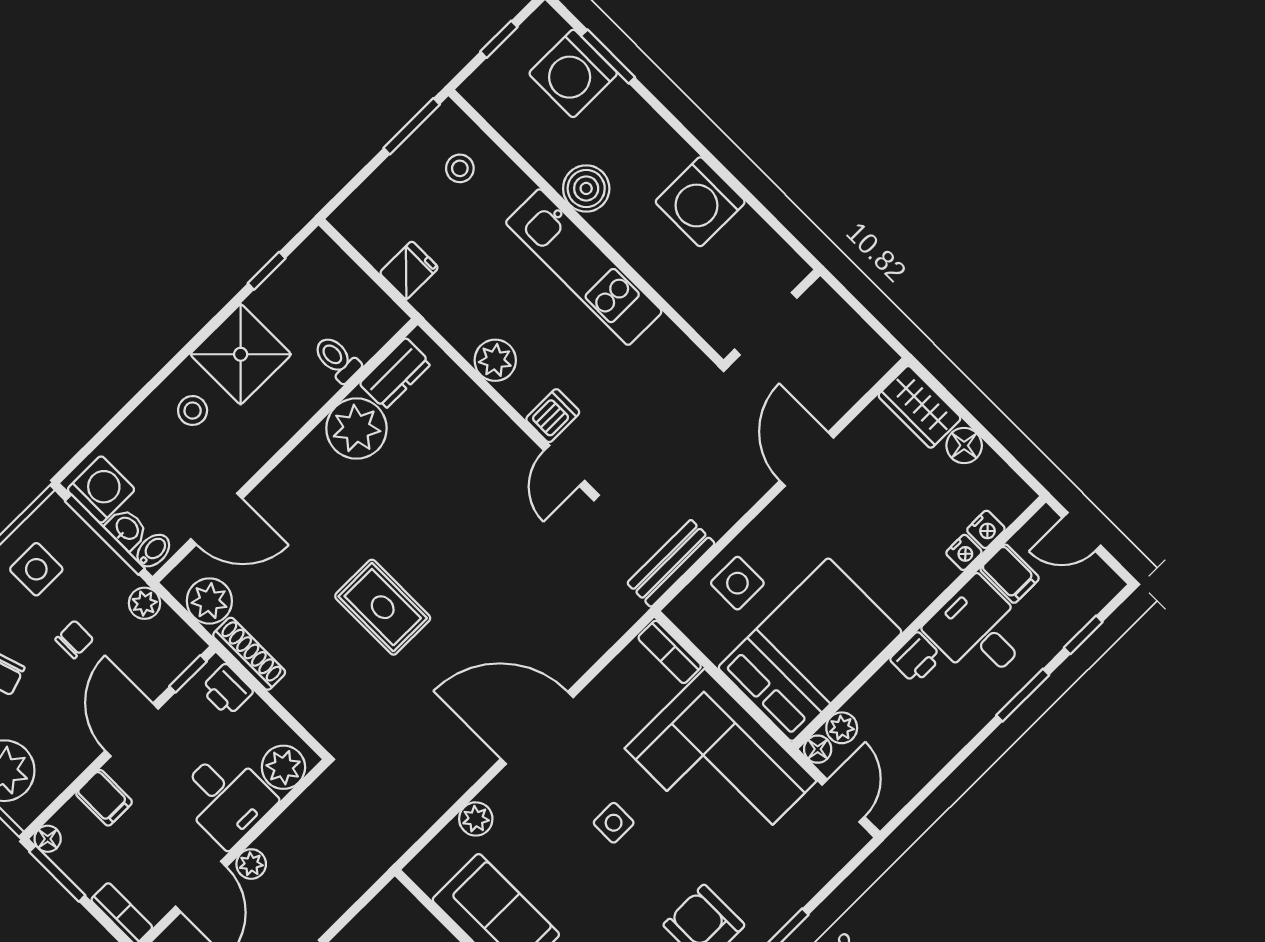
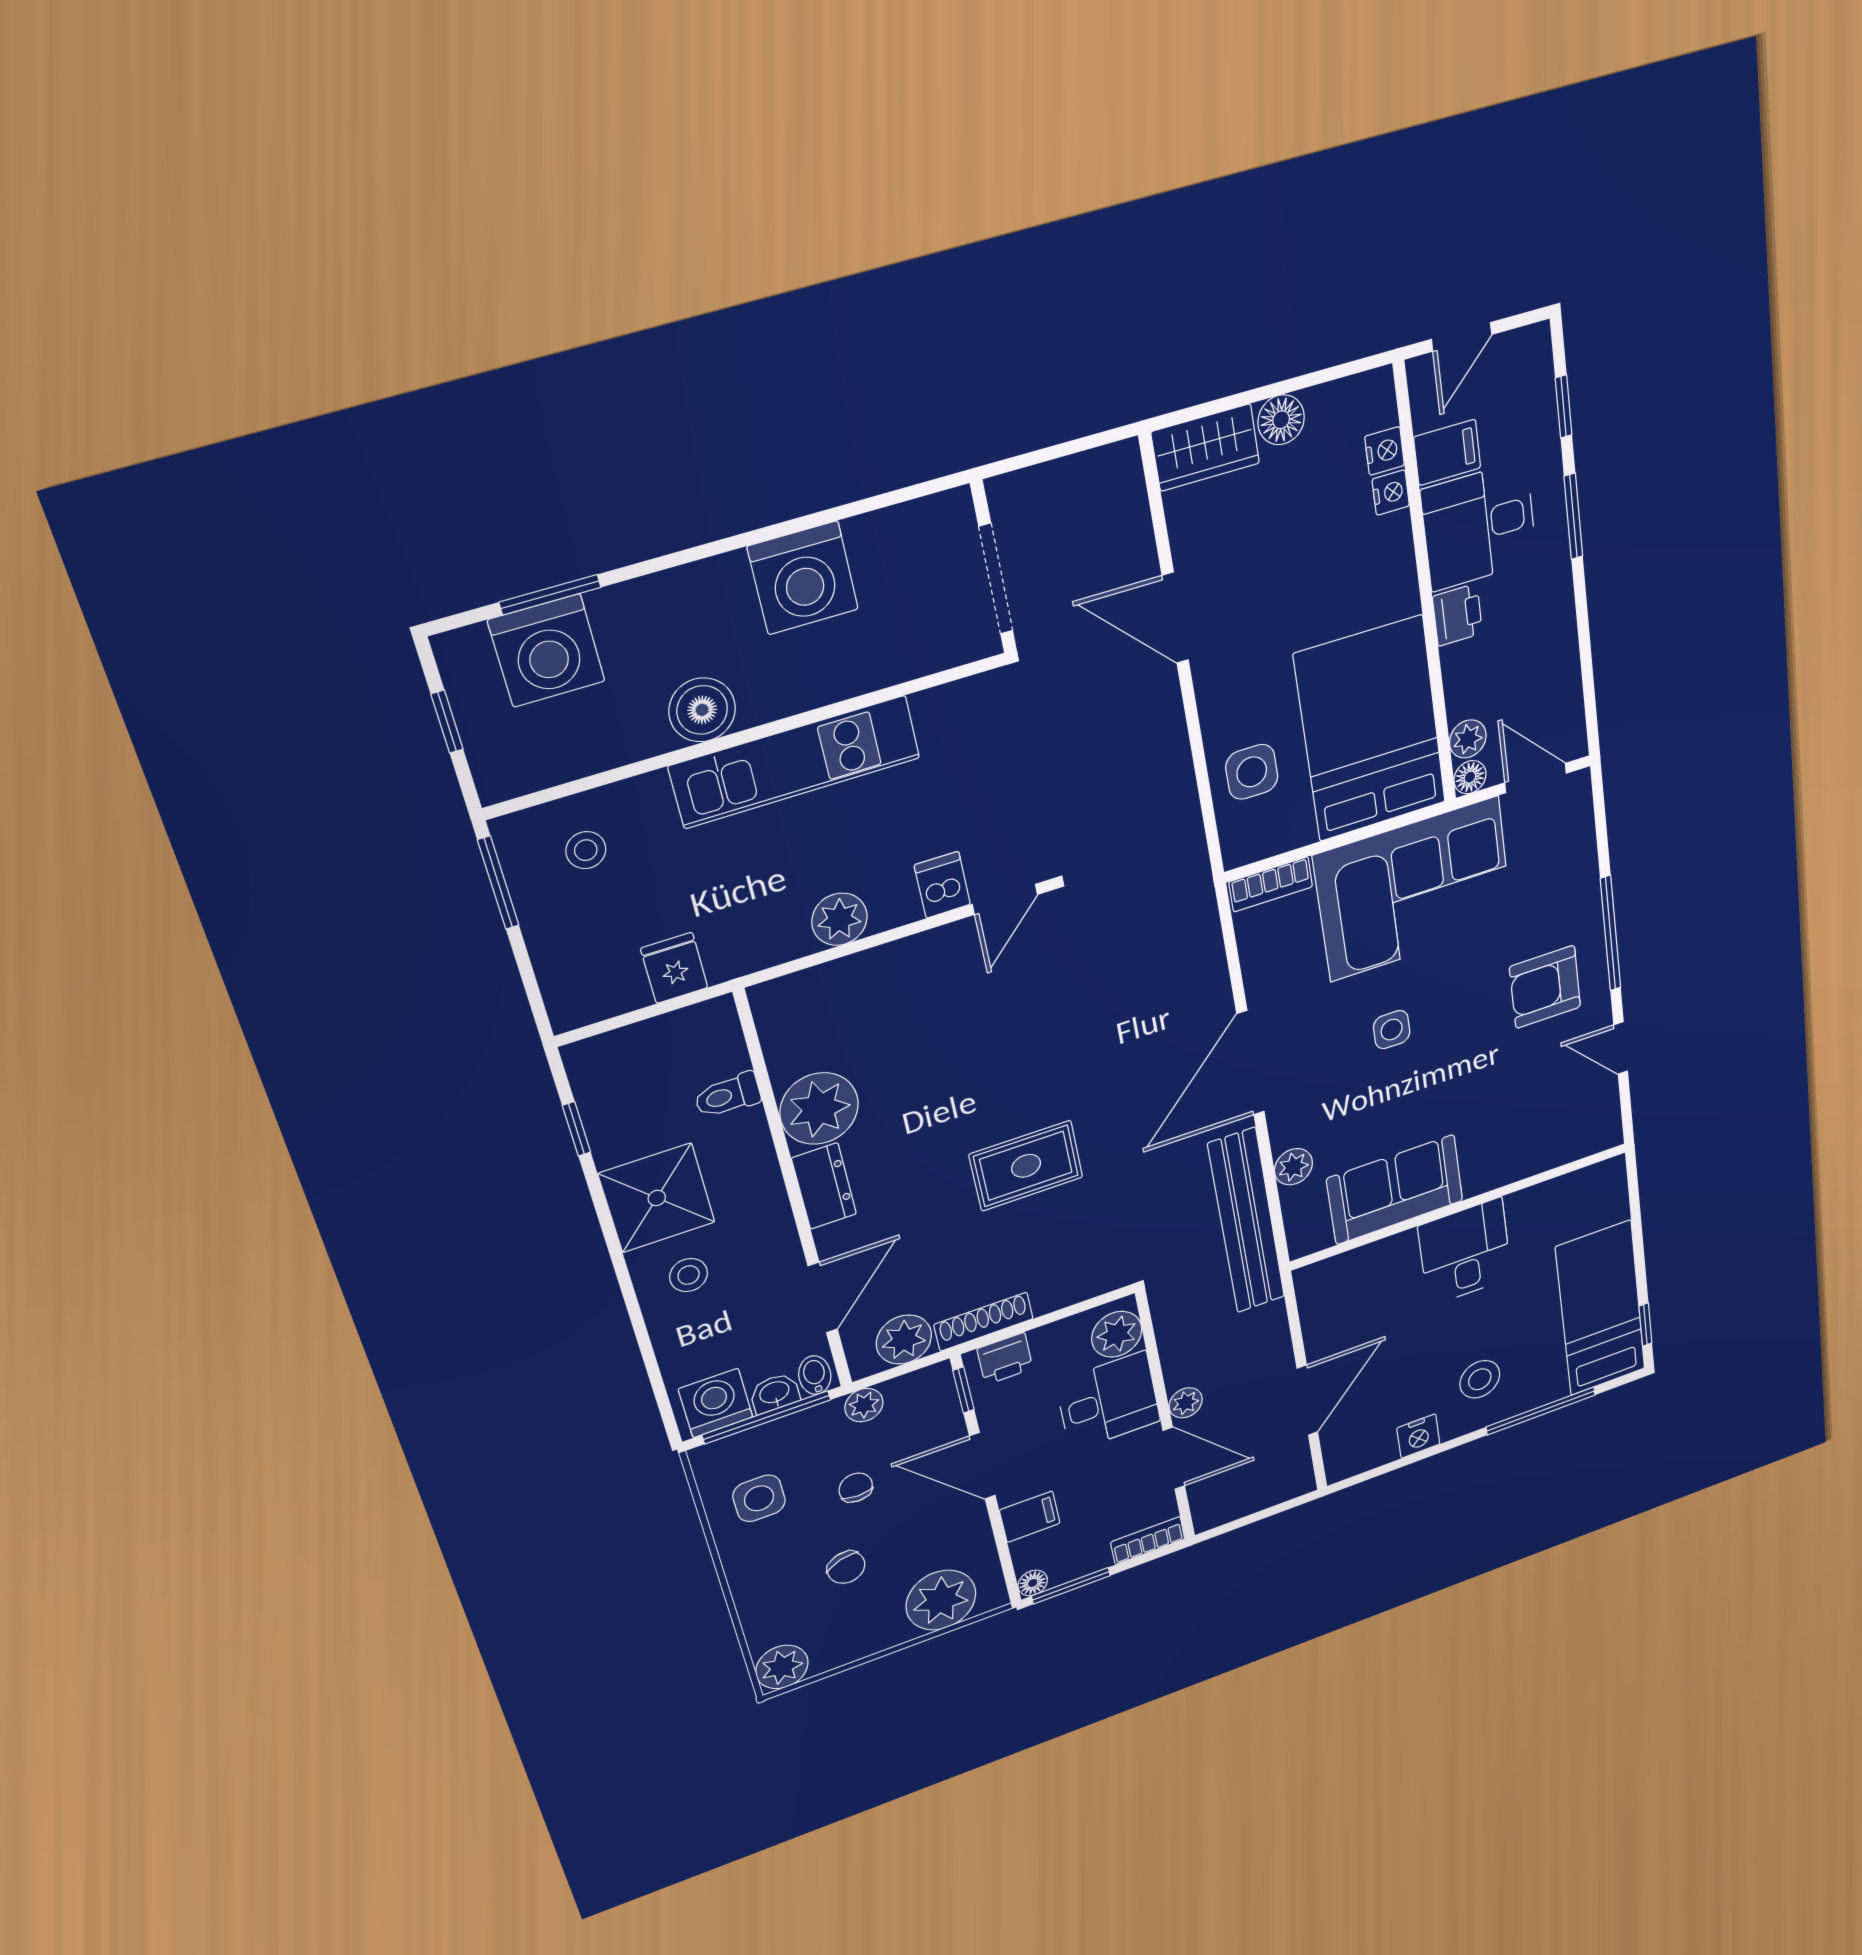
dresser: (395, 373) -> (824, 1186), moved
door: (564, 466) -> (1005, 899), hinge flipped
bench: (671, 563) -> (1246, 1221), moved, width x1.86, depth x1.21

